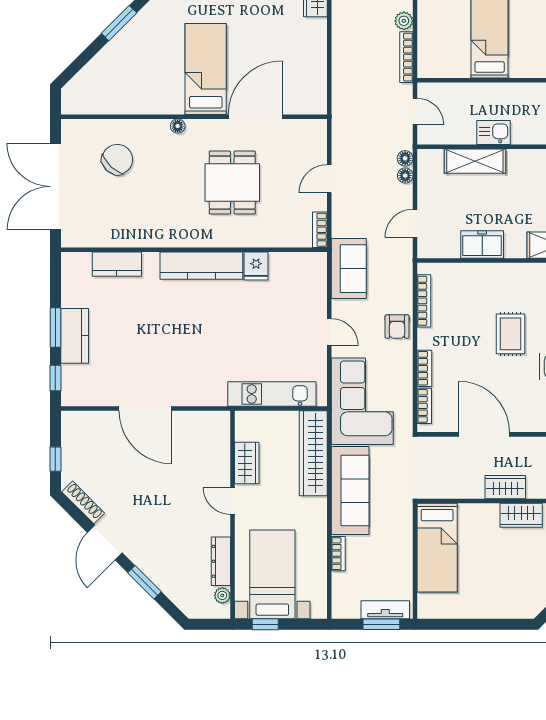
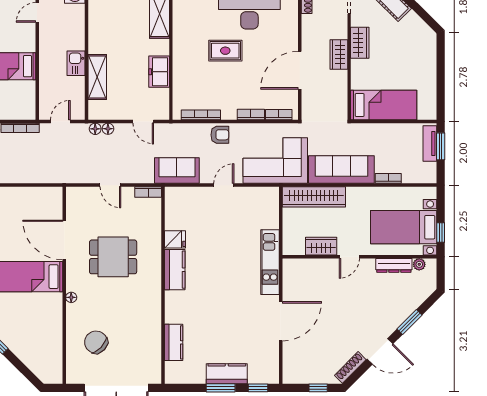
kitchen counter: (201, 266) -> (175, 270), width x0.67
kitchen unit: (272, 394) -> (270, 262), moved

